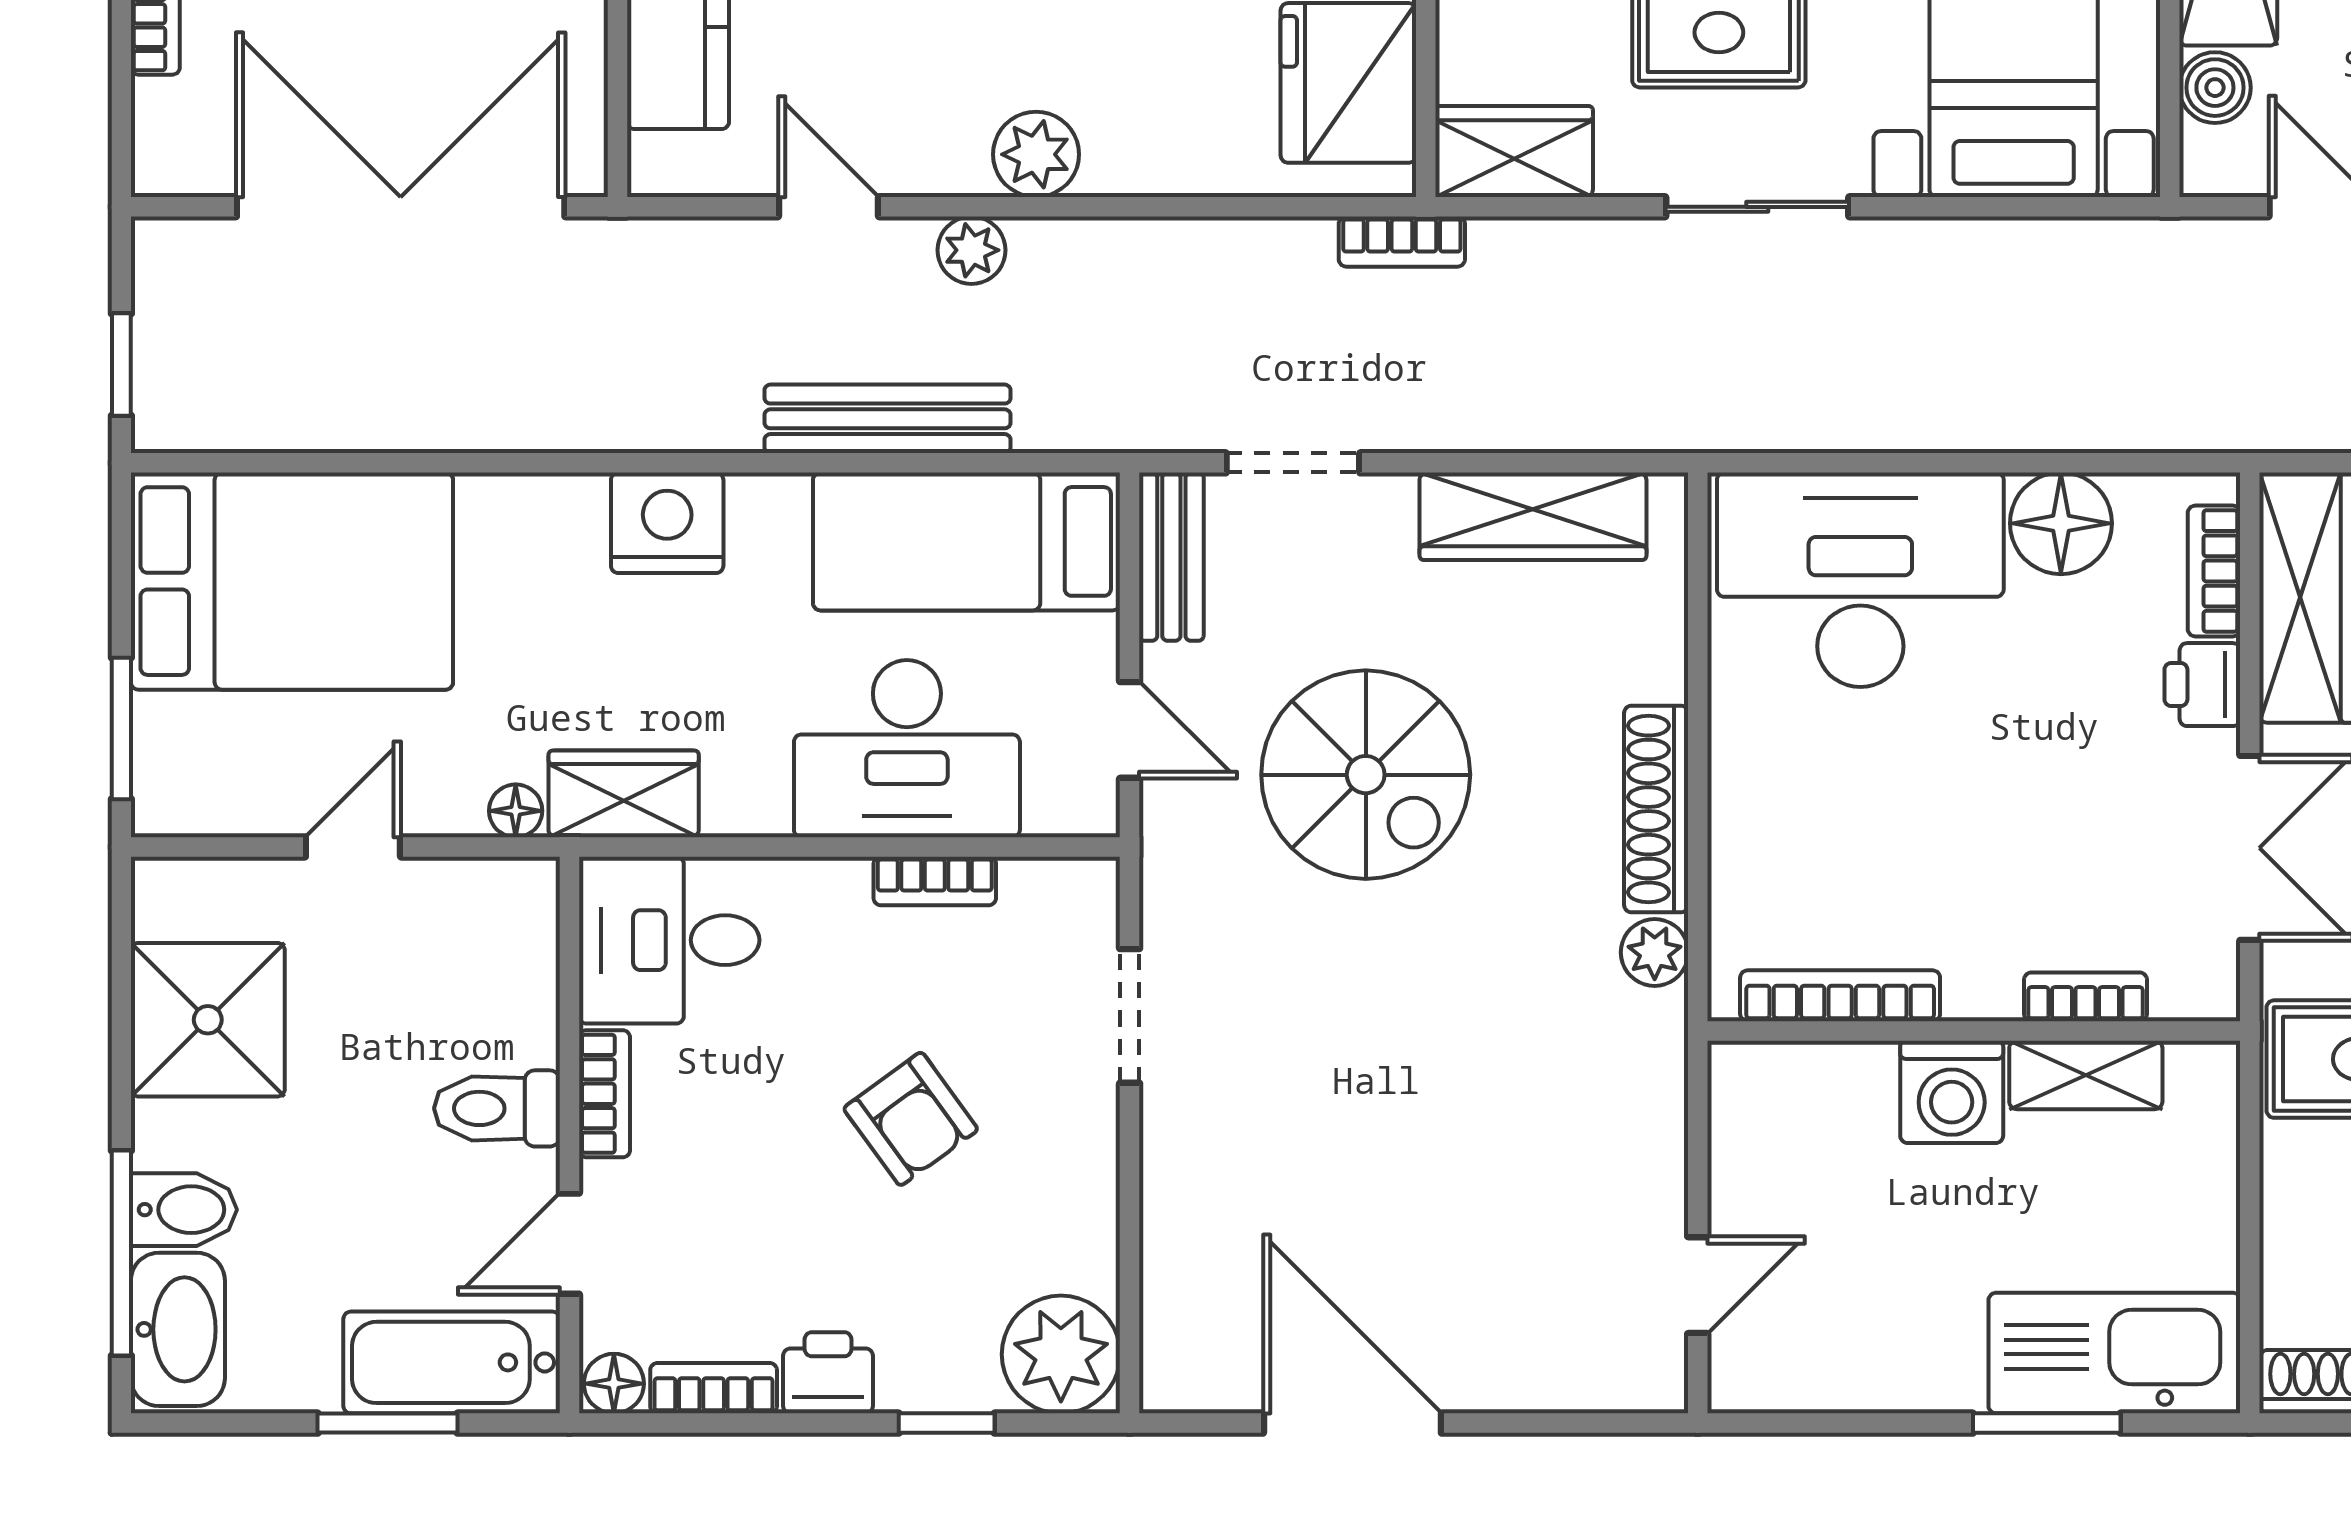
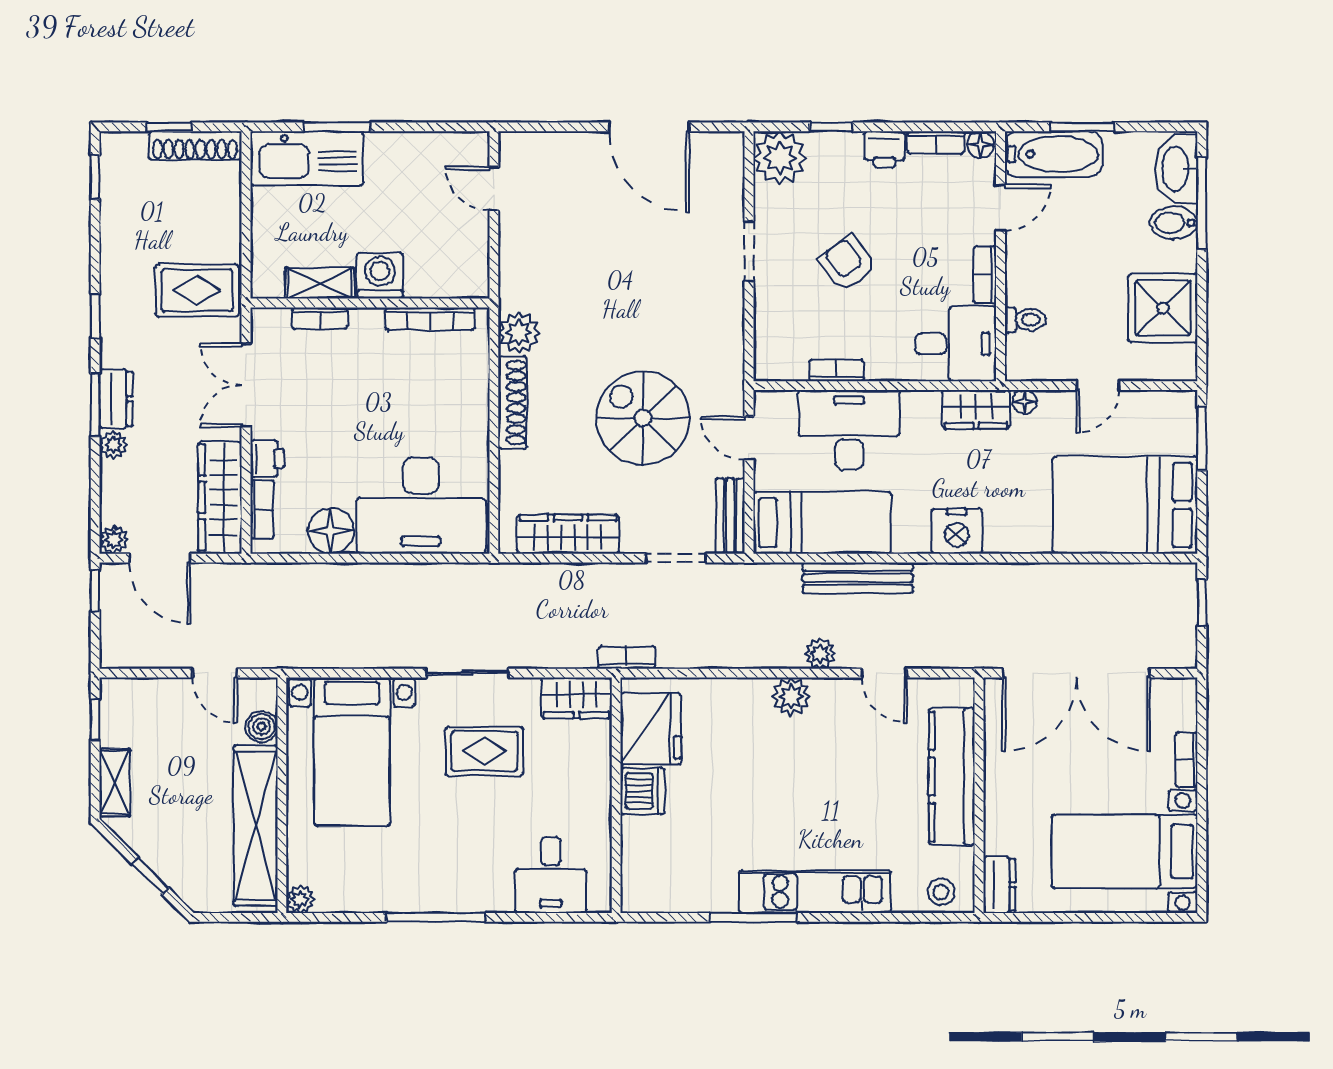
plant: (1655, 952) -> (519, 333), width x1.38, depth x1.38
doorway: (1130, 1016) -> (749, 251), moved
toilet: (497, 1108) -> (1025, 320), moved, width x0.73, depth x0.72
door: (1698, 1285) -> (494, 189), hinge flipped

